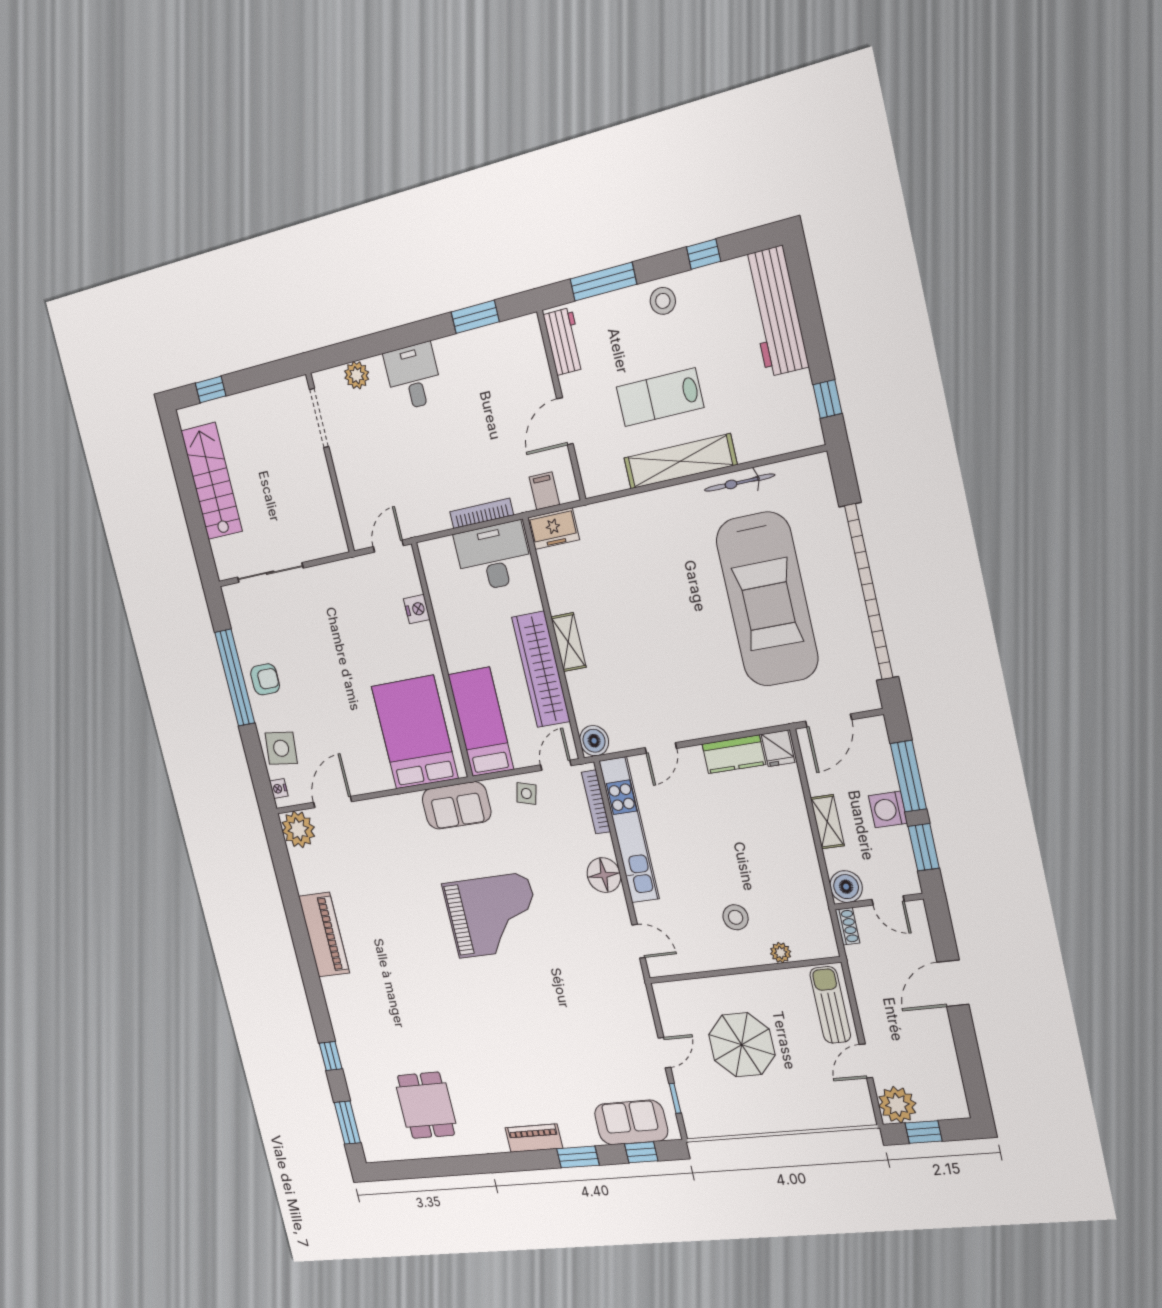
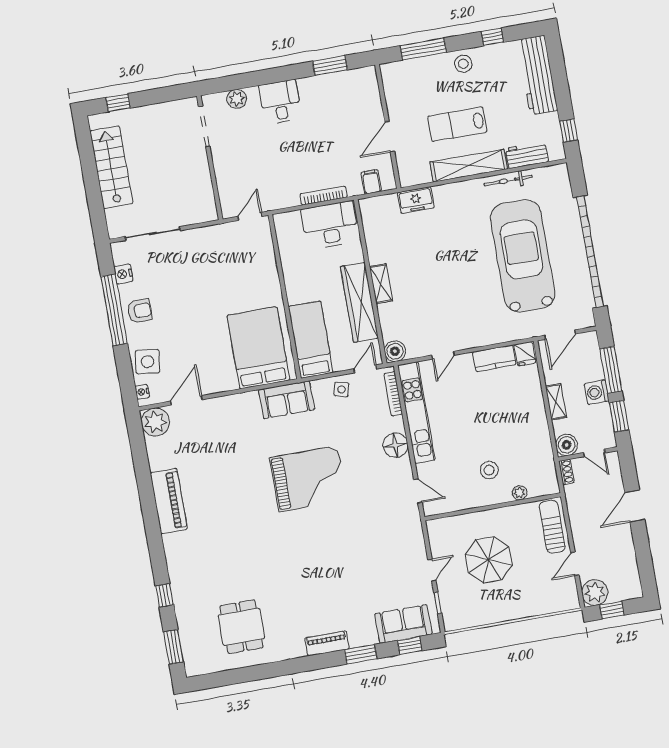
workbench: (564, 341) -> (527, 155), moved, turned -90
freezer: (553, 529) -> (416, 200), moved
car: (767, 599) -> (523, 256), turned 180
nightstand: (417, 609) -> (123, 274), moved, turned 180

